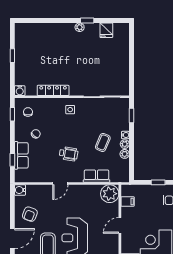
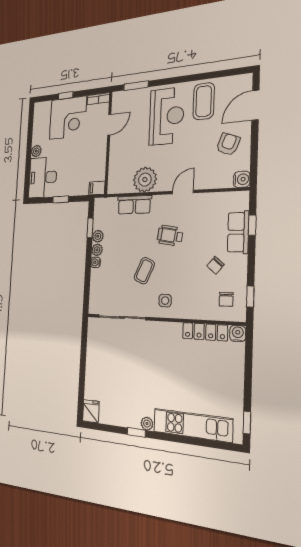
kitchen unit: (48, 30) -> (192, 425), added
fridge: (106, 30) -> (91, 411), moved
window: (12, 56) -> (247, 423), moved
locker: (53, 90) -> (205, 332), moved
window: (131, 116) -> (90, 228), moved
coffee table: (103, 142) -> (144, 271), moved
plant: (110, 194) -> (145, 180), moved
filing cabinet: (128, 201) -> (97, 188), moved
door: (120, 225) -> (109, 125), moved

